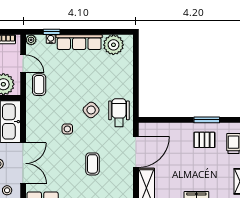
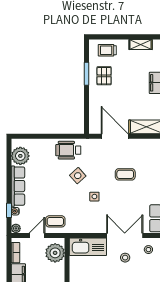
wheelchair: (119, 113) -> (68, 150), moved

